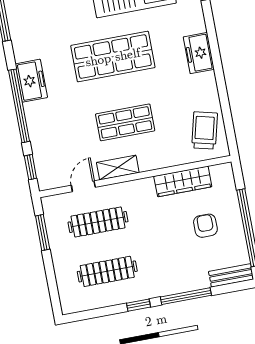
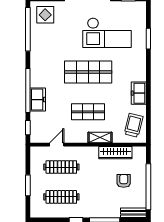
freezer: (199, 53) -> (139, 93), moved
freezer: (31, 81) -> (38, 100), moved
shelving: (118, 168) -> (100, 137), moved
window: (43, 232) -> (28, 185), moved

